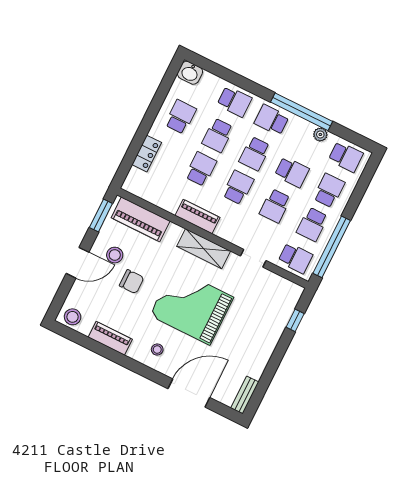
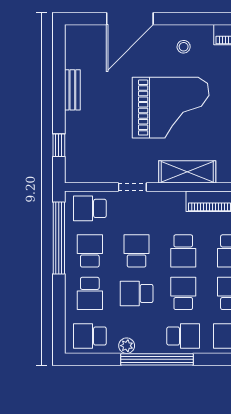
bench: (245, 395) -> (72, 90), moved

